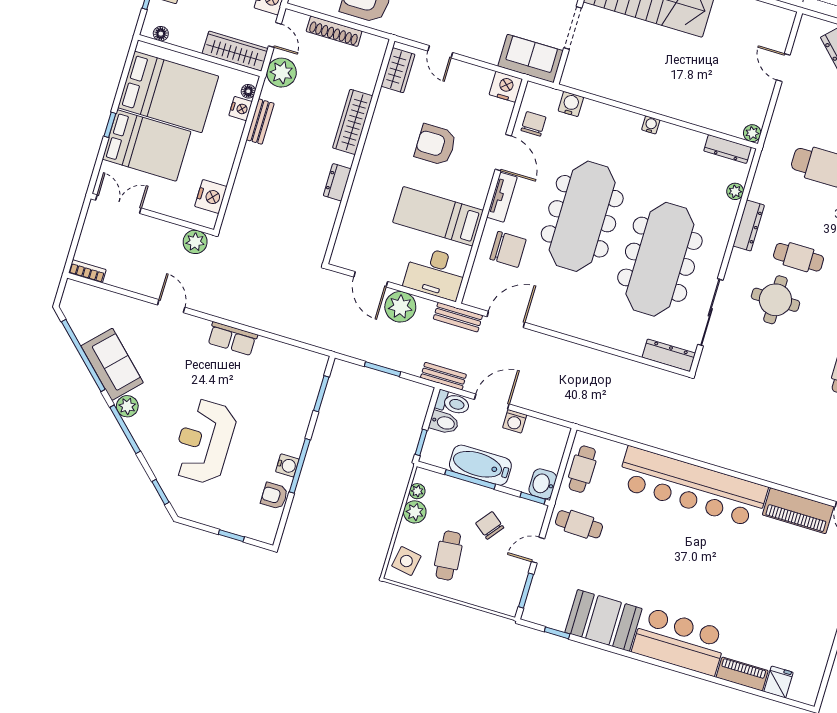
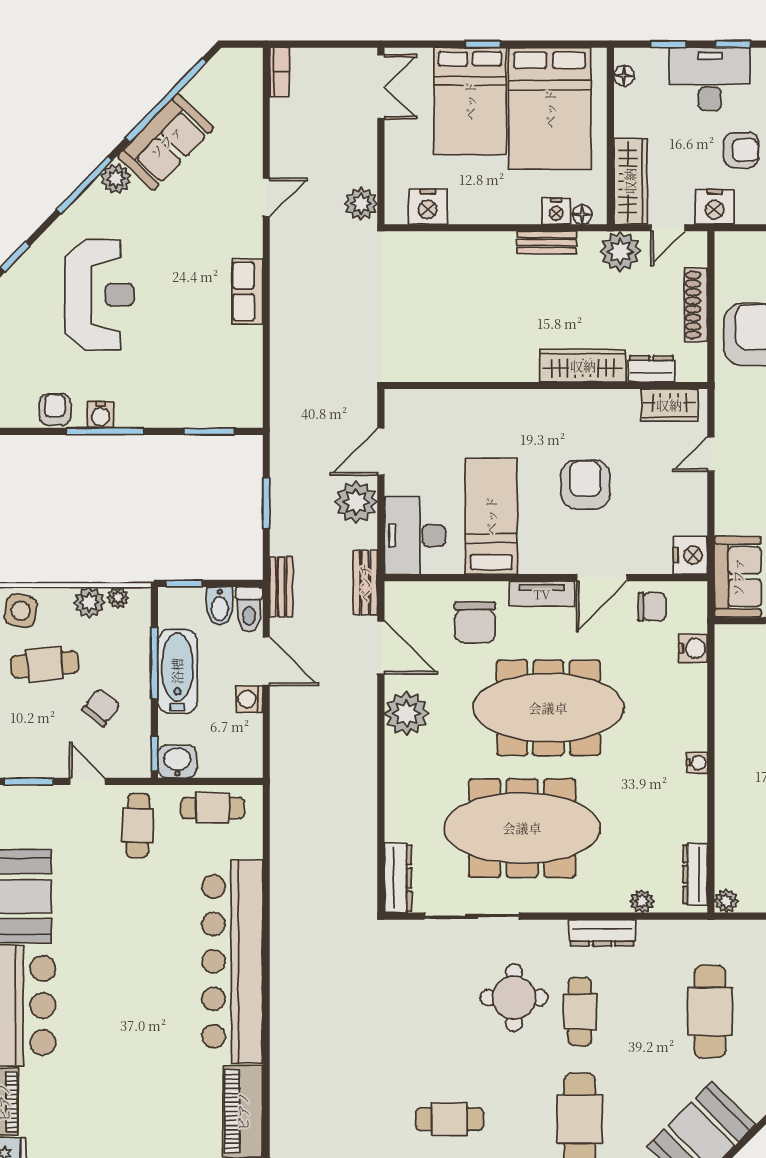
dresser: (337, 182) -> (651, 369), moved
plant: (557, 316) -> (406, 713), added
reception desk: (204, 441) -> (100, 295), turned 90

